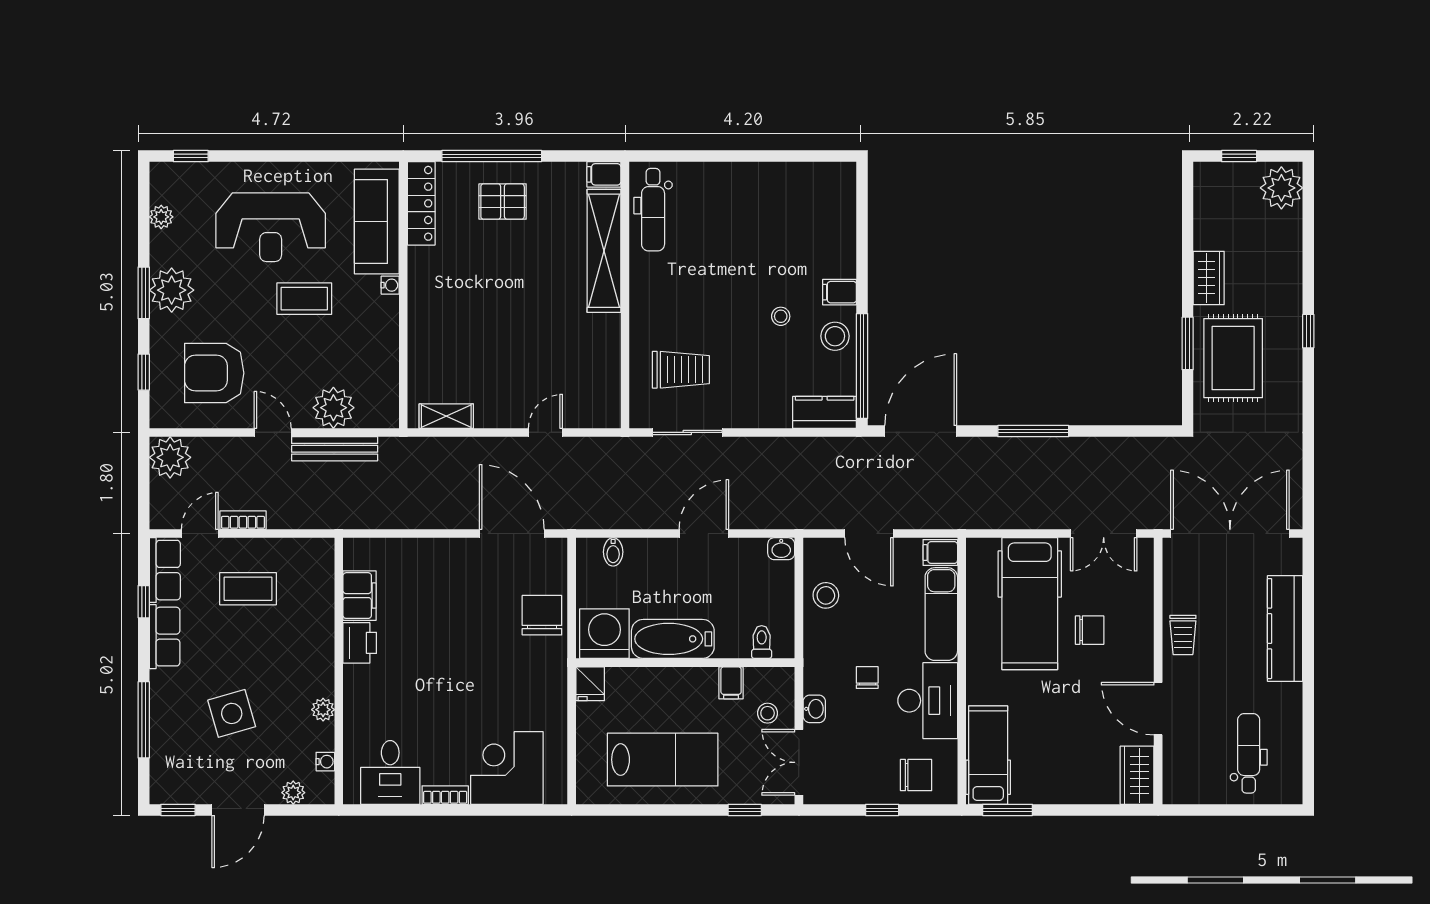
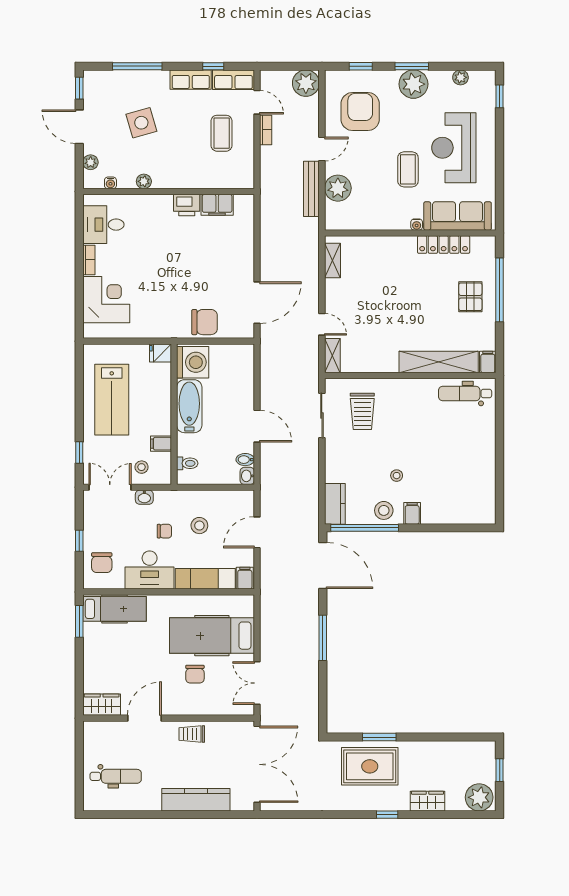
locker: (421, 203) -> (444, 245), moved
wardrobe: (1209, 278) -> (427, 801), moved, turned 180
shelving: (594, 416) -> (332, 356), added
bidet: (613, 552) -> (245, 460), moved
stool: (826, 595) -> (199, 526), moved

